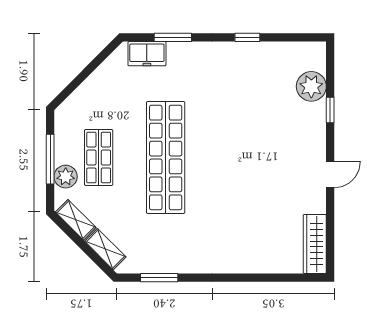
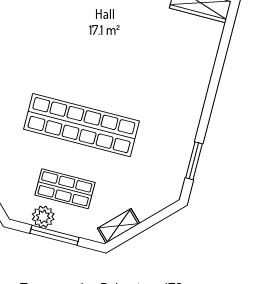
plant: (66, 177) -> (43, 217), moved
shelving: (105, 249) -> (154, 205), removed

